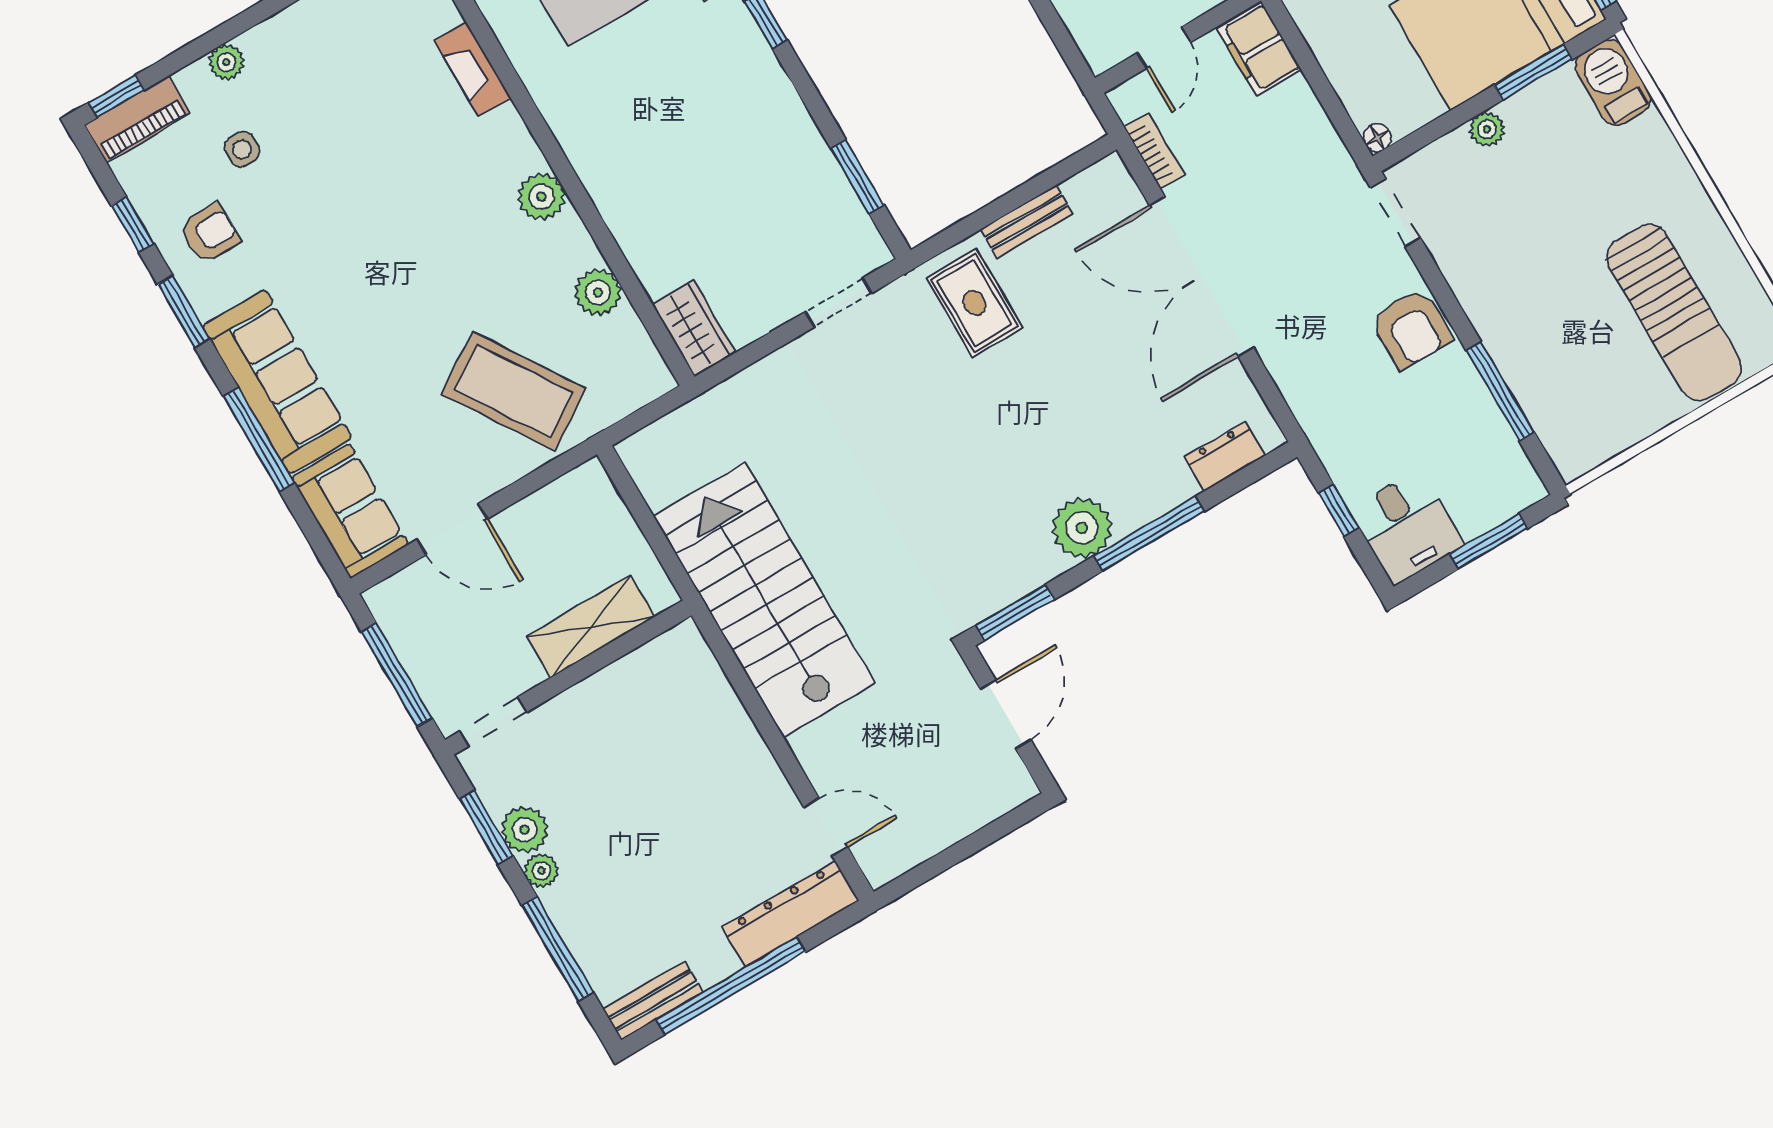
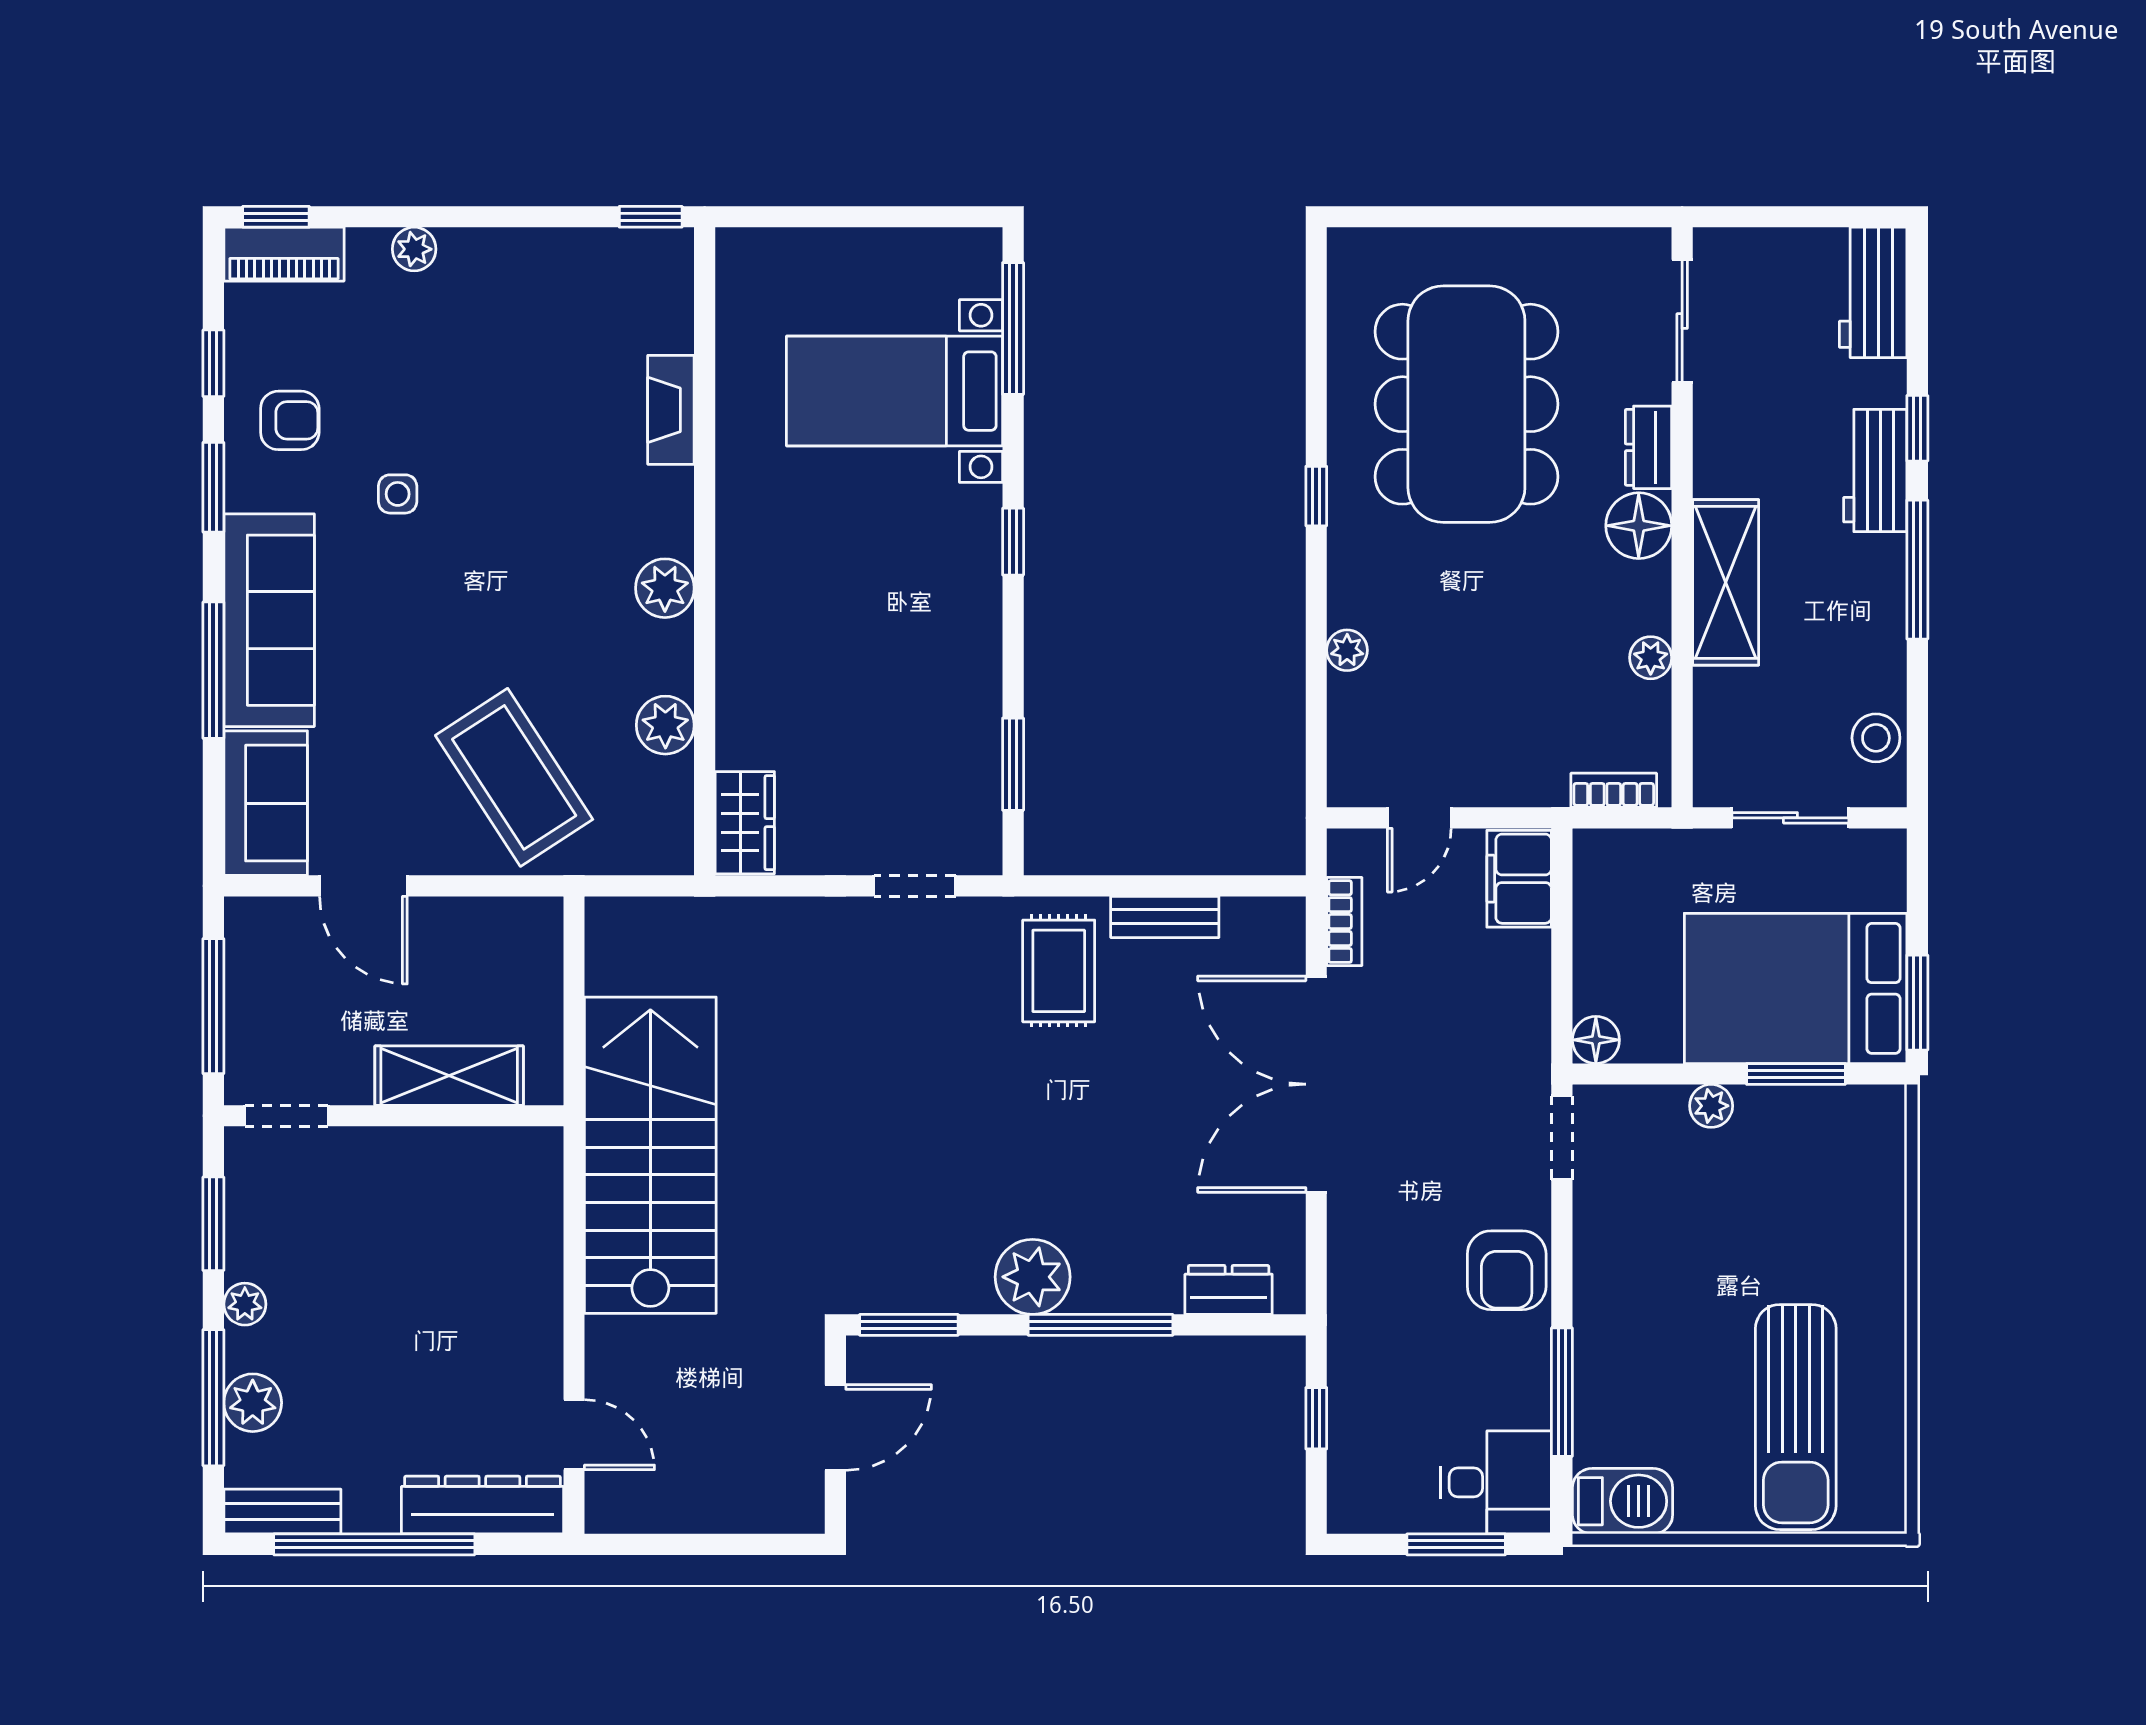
barbecue: (1613, 82) -> (1623, 1501), moved, turned 90
floor lamp: (1377, 138) -> (1596, 1040), width x1.37, depth x1.37
side table: (242, 149) -> (398, 494), moved
desk: (1407, 527) -> (1496, 1482), moved, turned -90
plant: (525, 830) -> (253, 1403), moved

